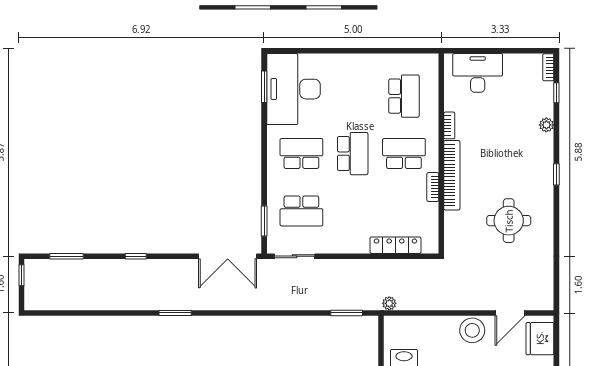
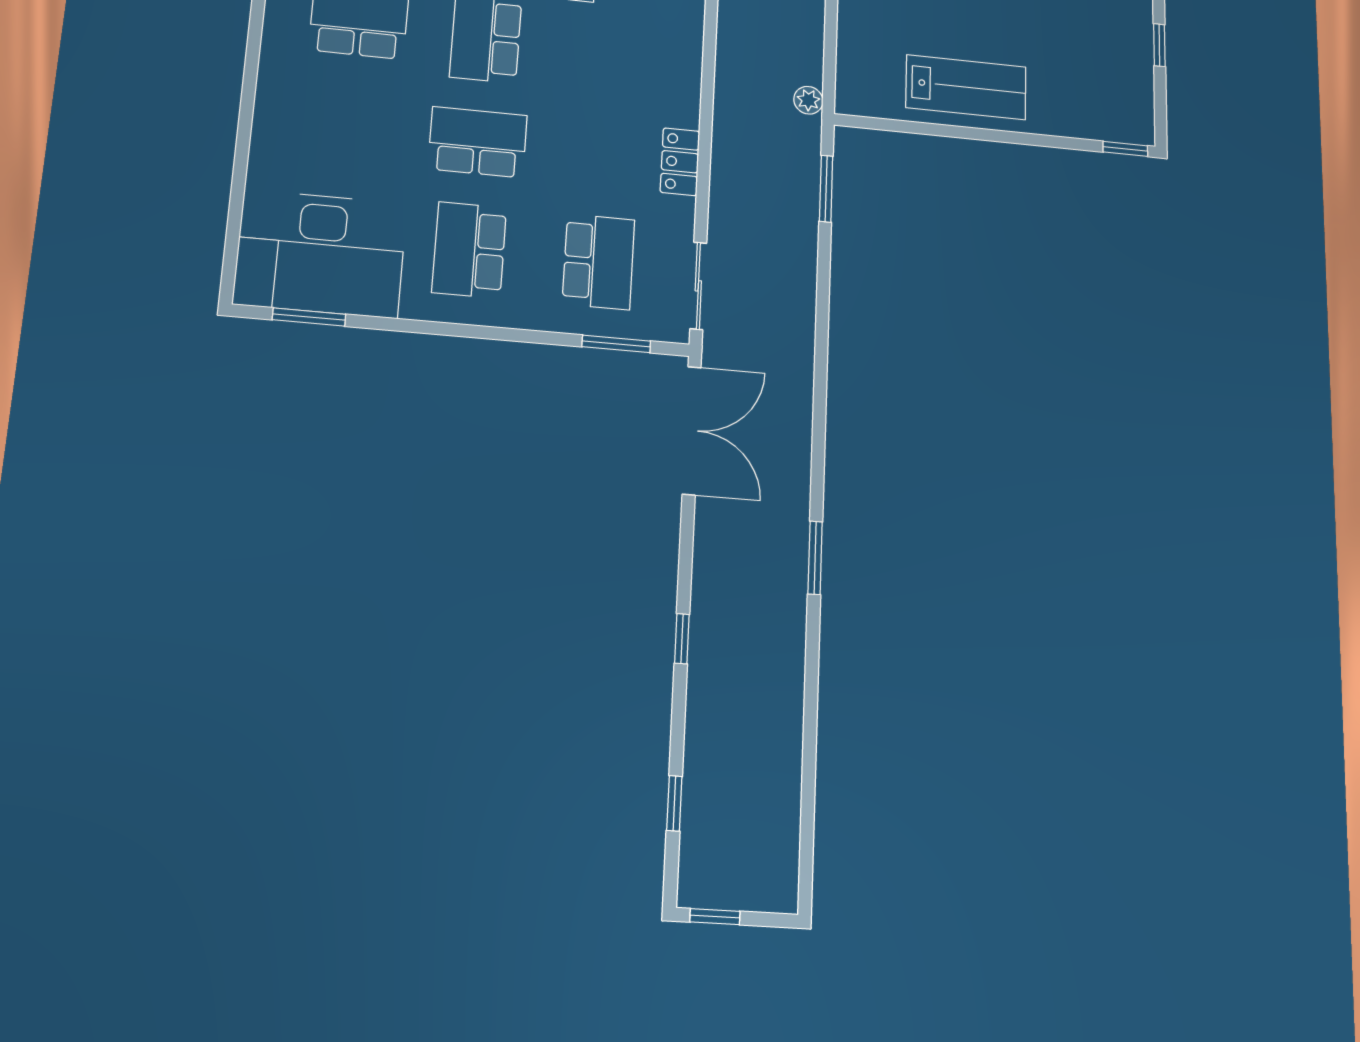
locker: (395, 245) -> (680, 162), moved, width x0.66
window: (66, 256) -> (674, 803), width x0.67

